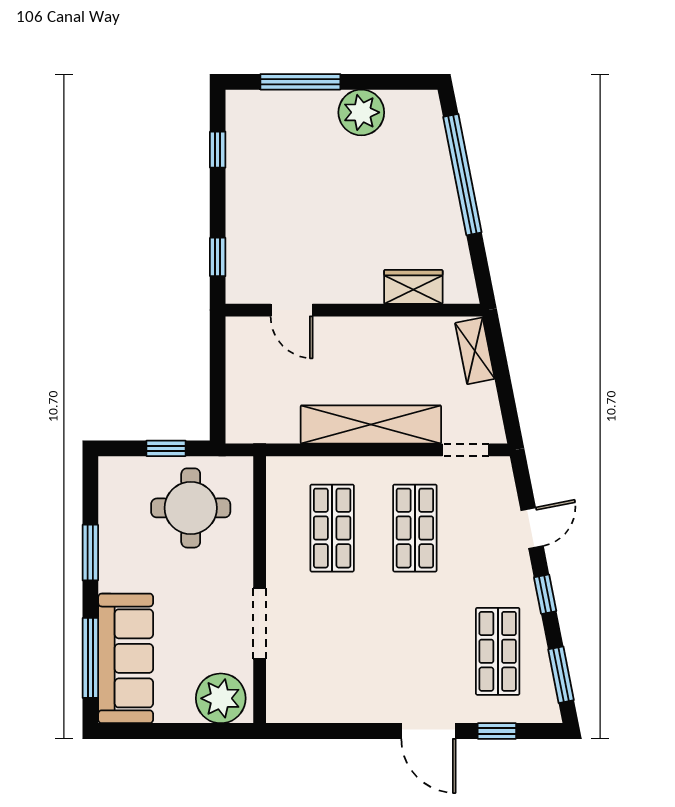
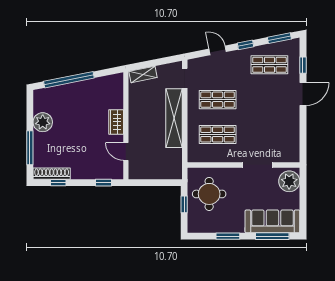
shoe rack: (239, 134) -> (52, 174), added
wardrobe: (413, 287) -> (116, 122), moved
door: (292, 310) -> (126, 151), swing flipped

